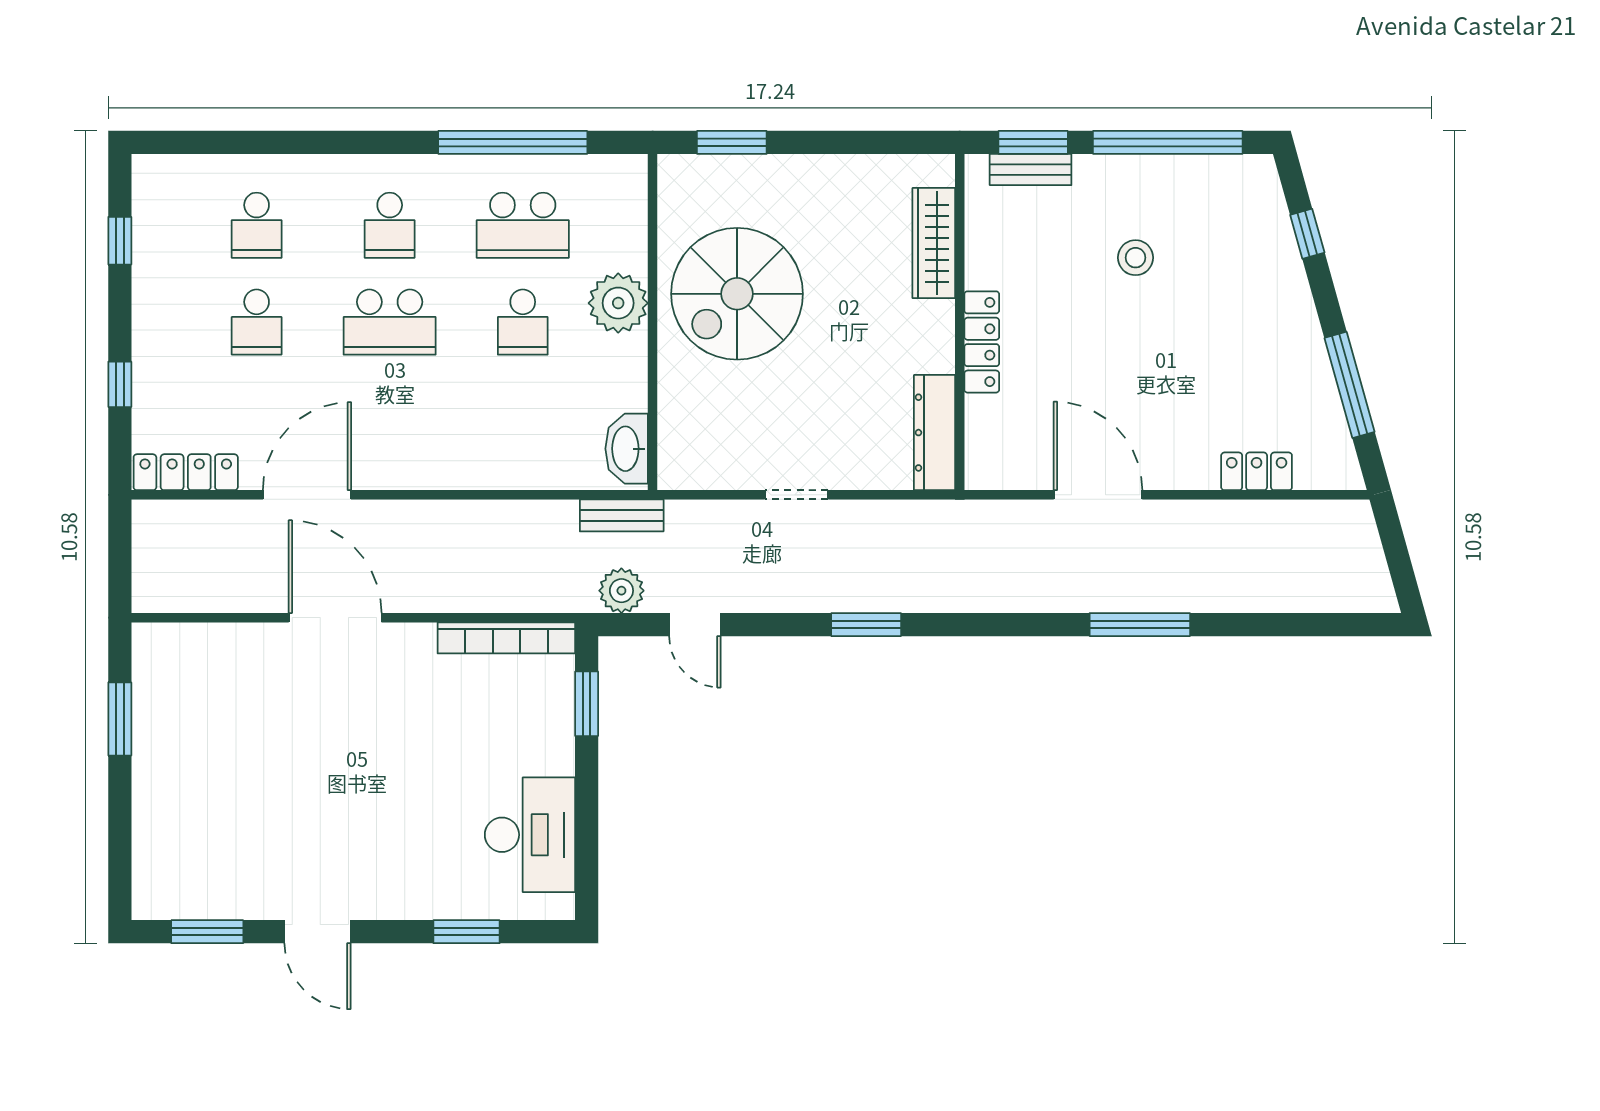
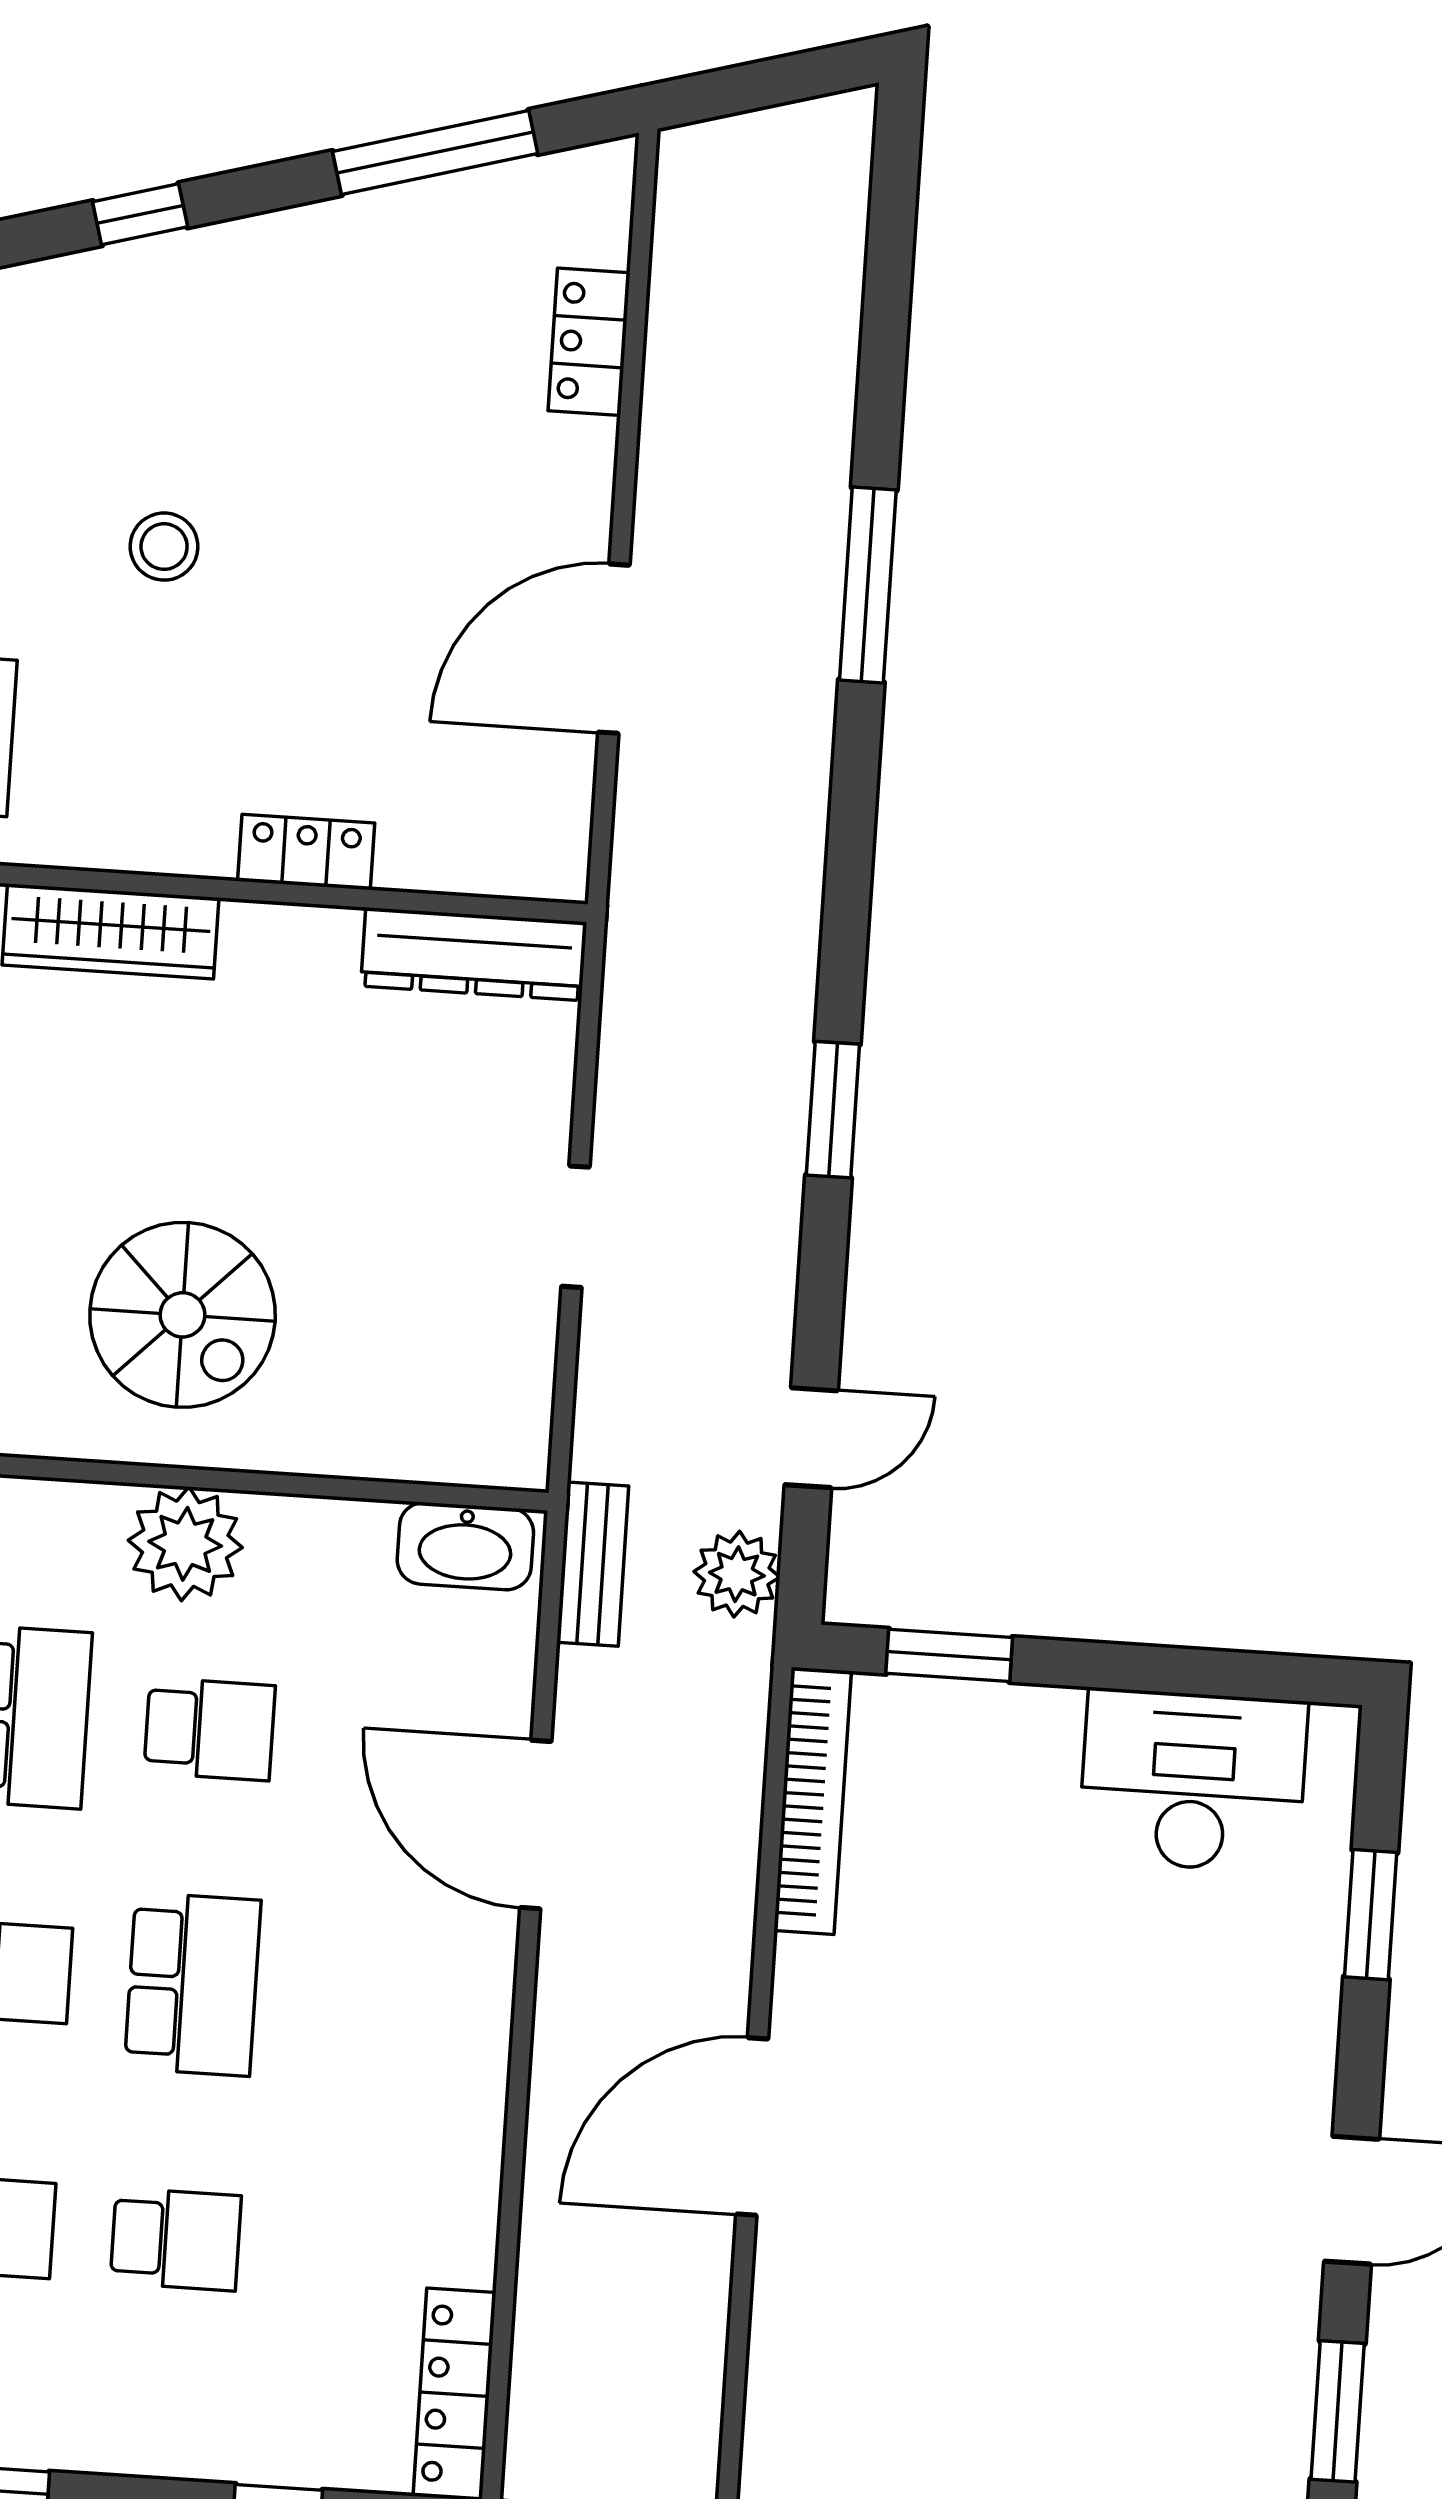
spiral stairs: (737, 294) -> (183, 1315), width x0.73, depth x0.73
locker: (982, 342) -> (306, 852), width x0.66
door: (307, 495) -> (536, 1825), moved

